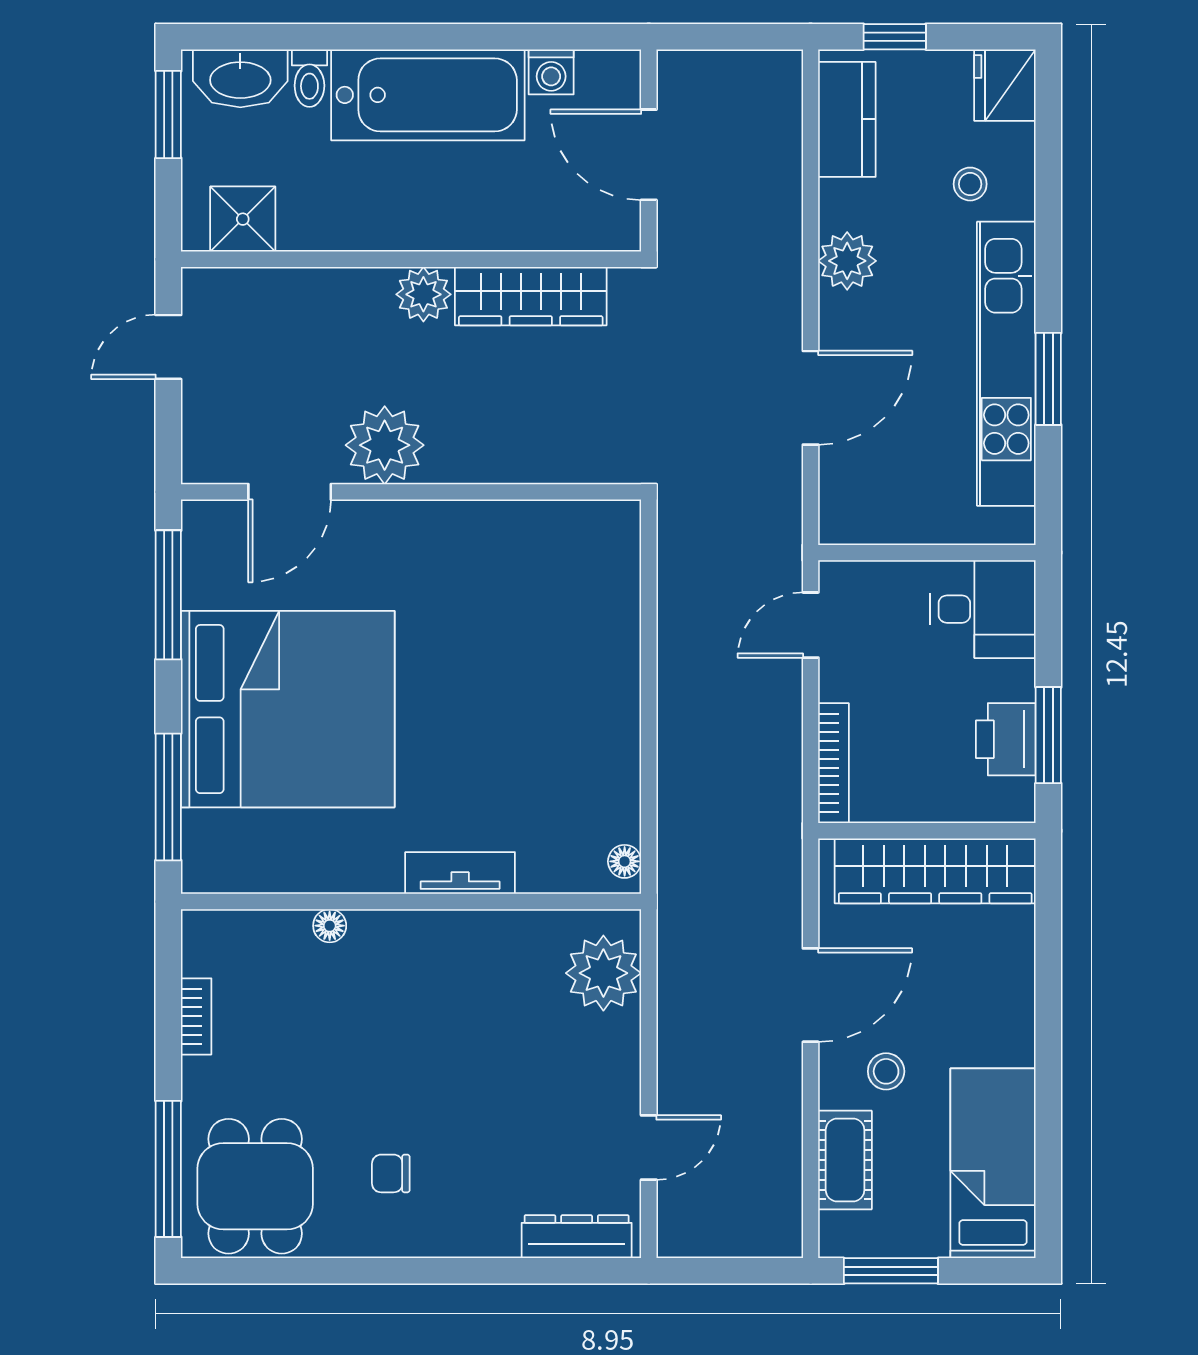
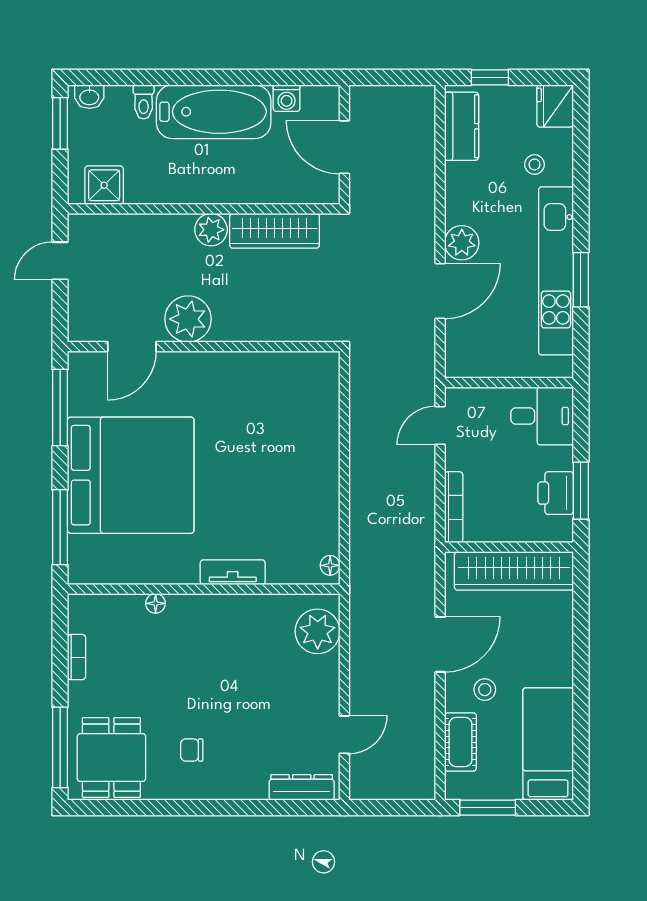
washbasin: (240, 78) -> (89, 97), width x0.52, depth x0.69
plant: (847, 261) -> (462, 243), moved

